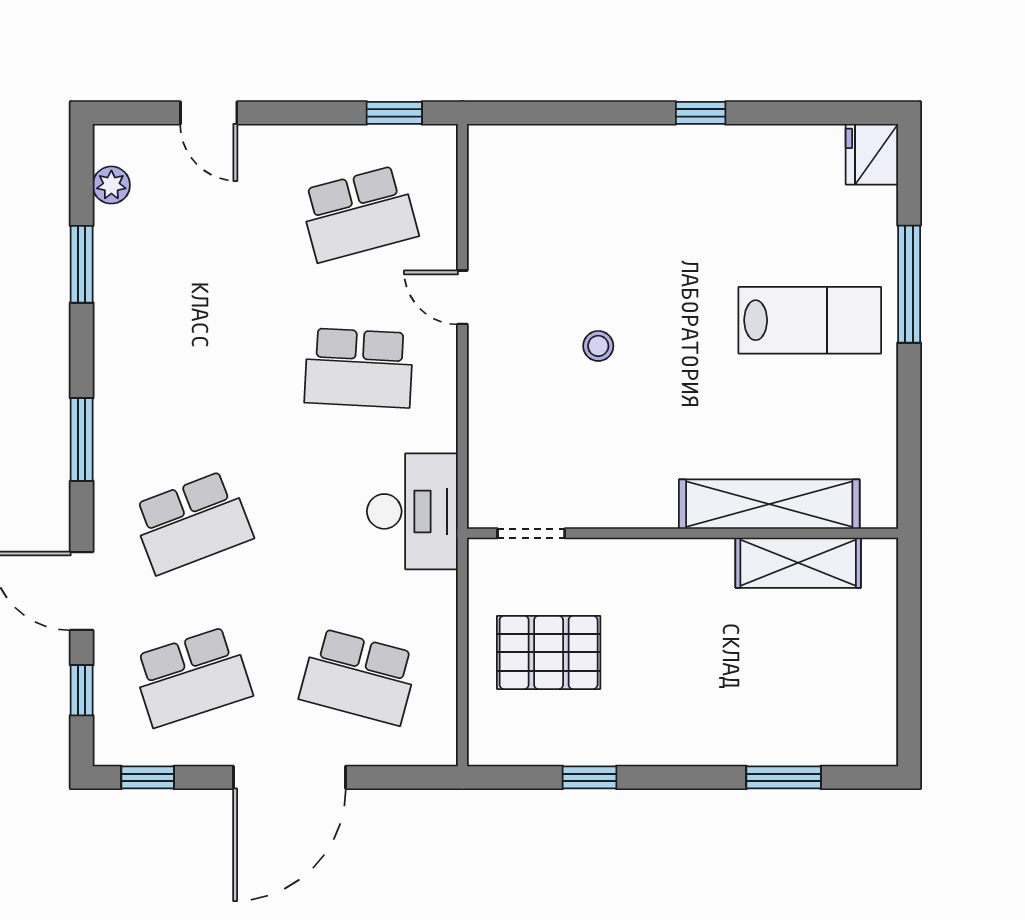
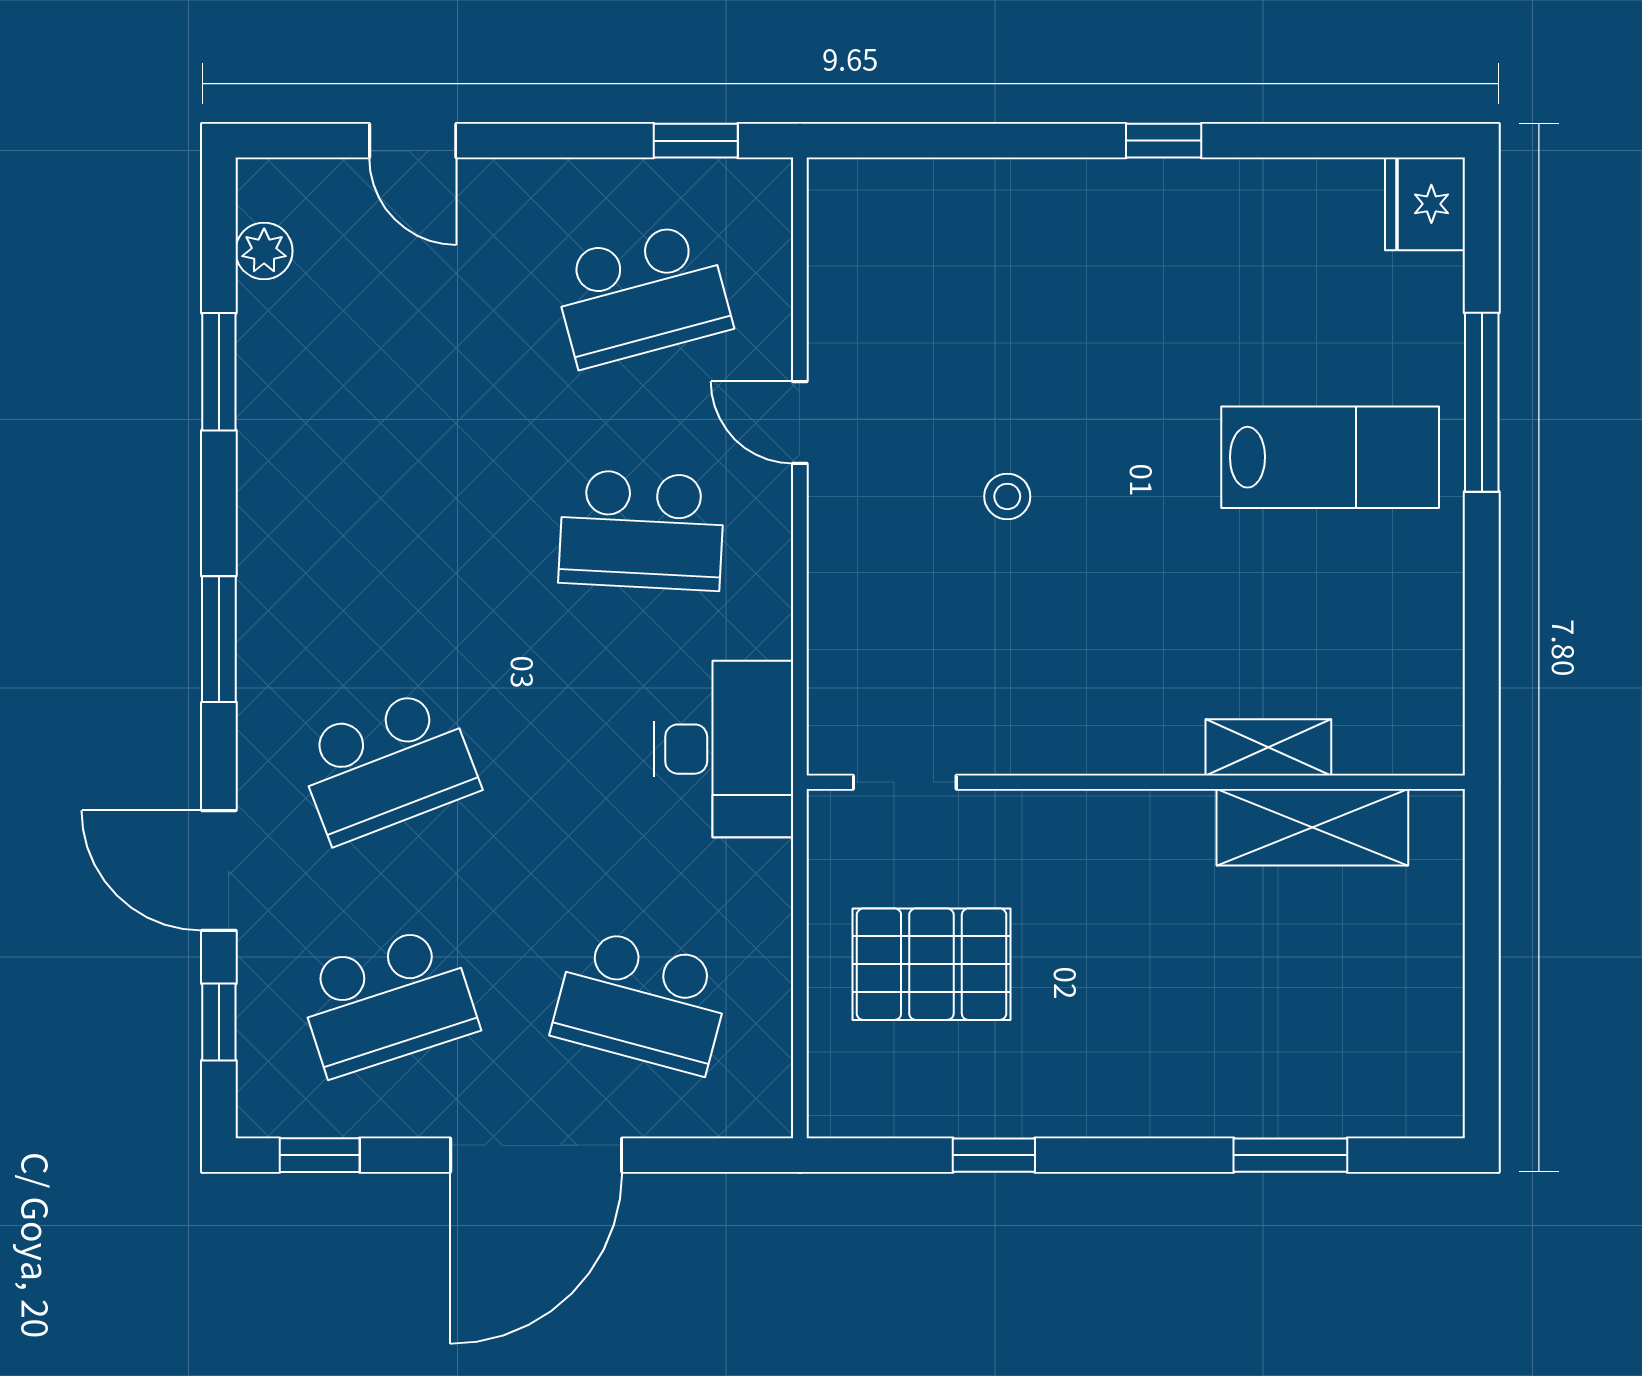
shelving: (769, 504) -> (1268, 747), width x0.45, depth x0.75

